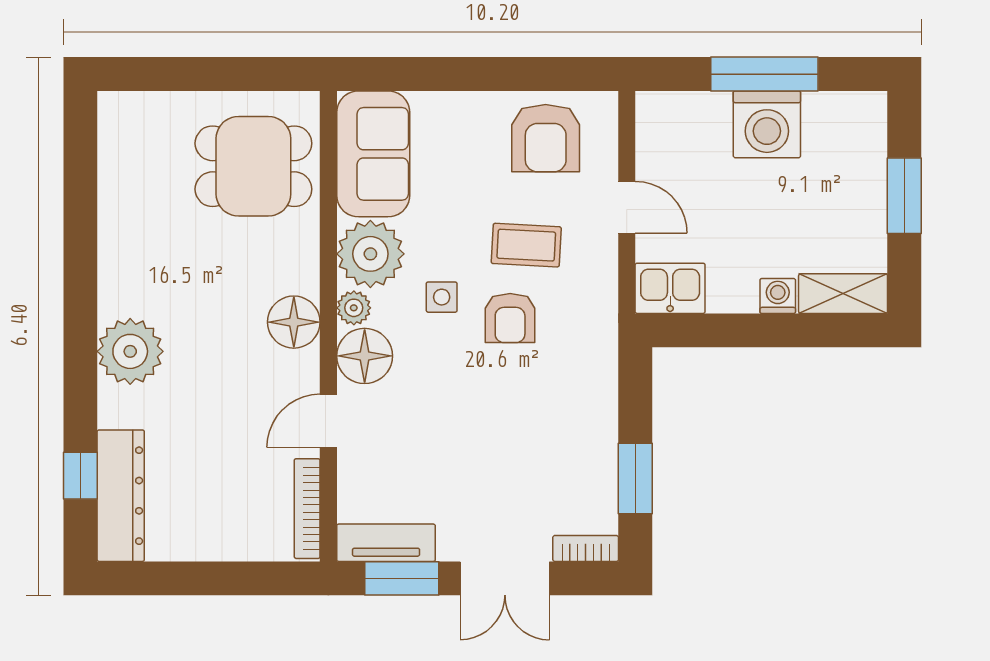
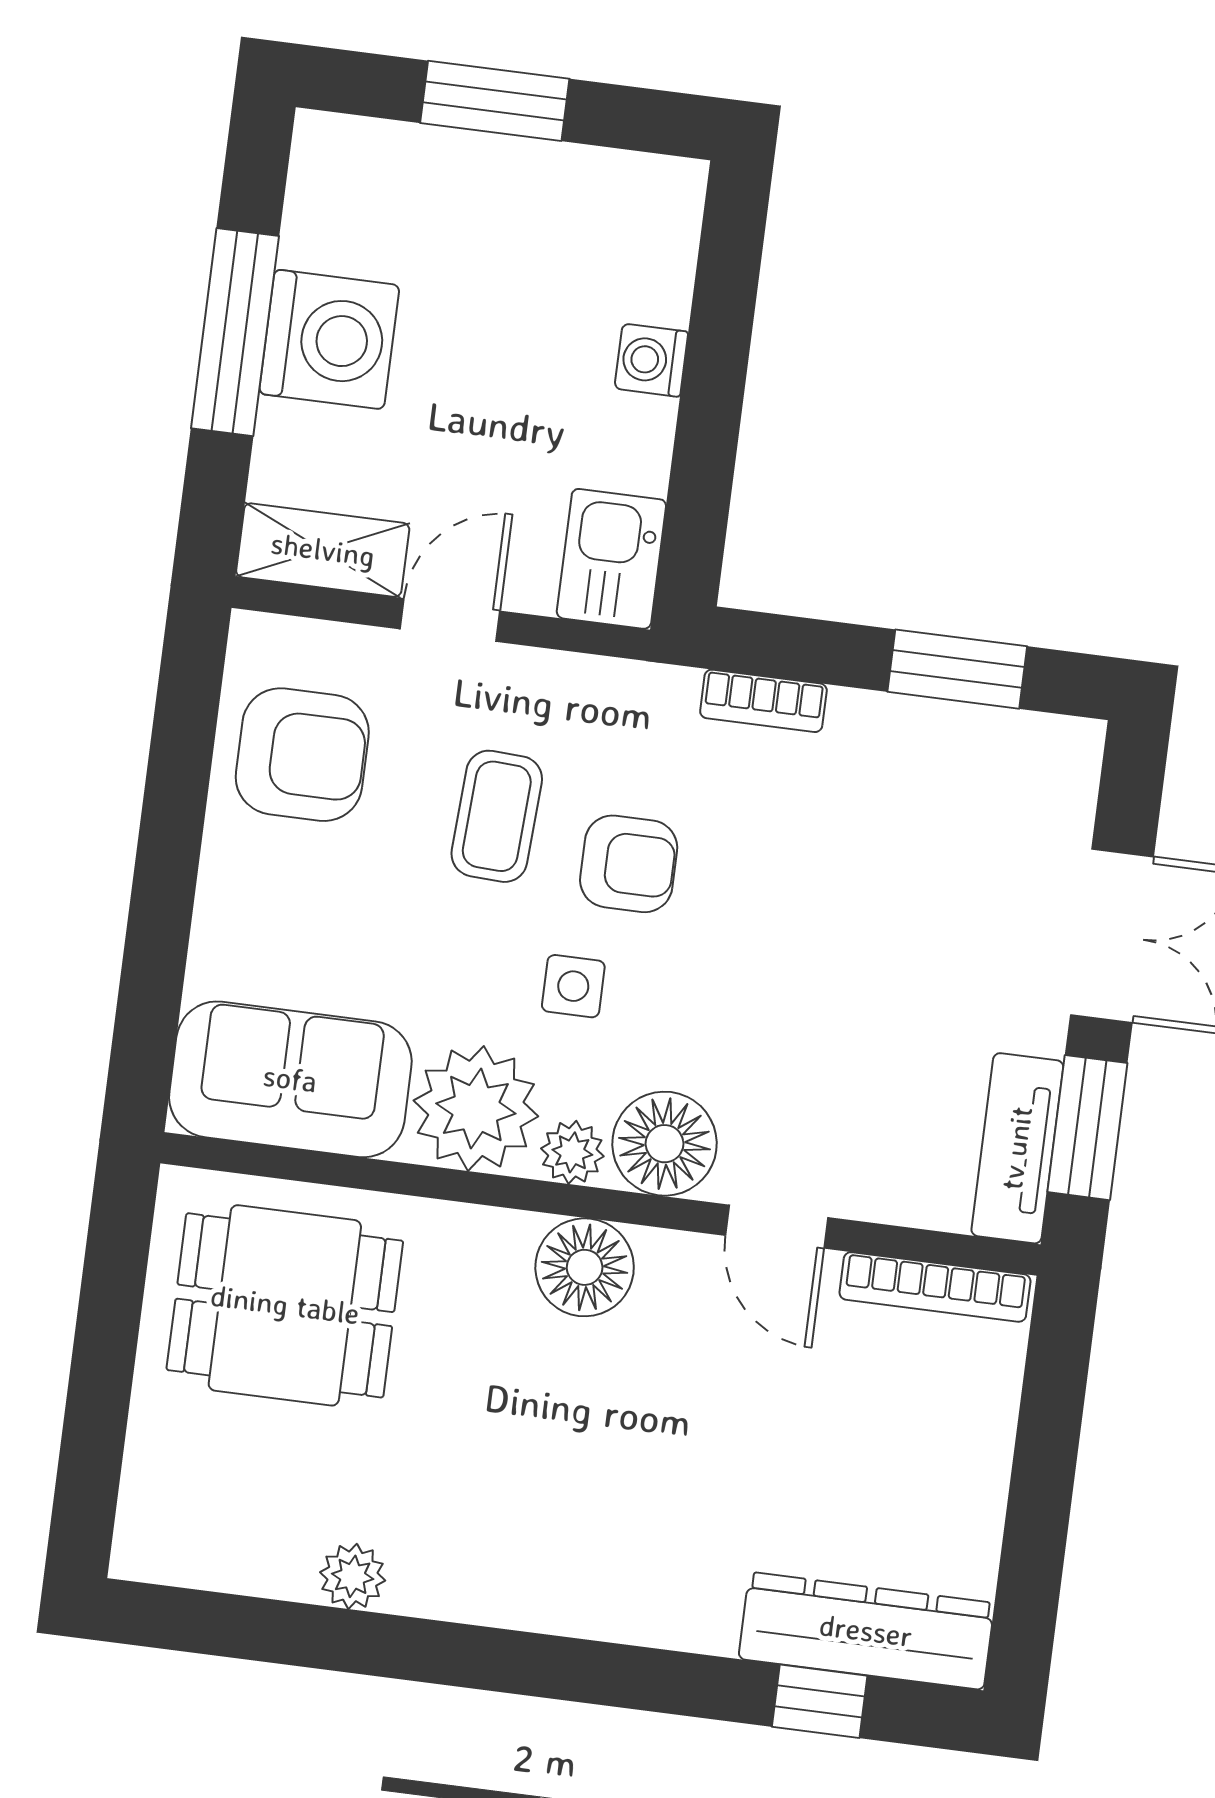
dining table: (253, 166) -> (285, 1305), turned 90
shelving: (843, 294) -> (323, 550), moved, turned 90
plant: (130, 351) -> (353, 1576), moved, width x0.53, depth x0.53
bookcase: (586, 548) -> (763, 701), moved, turned -90

